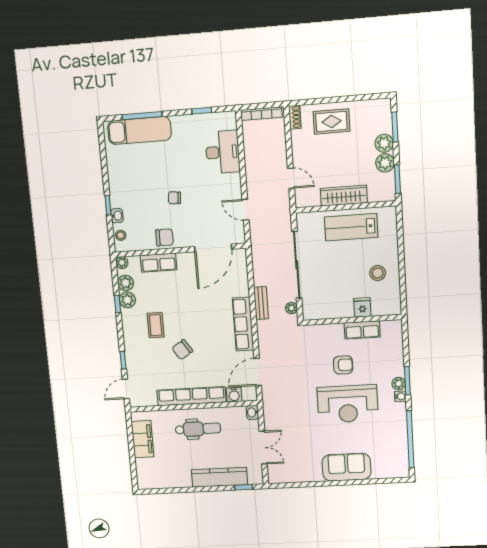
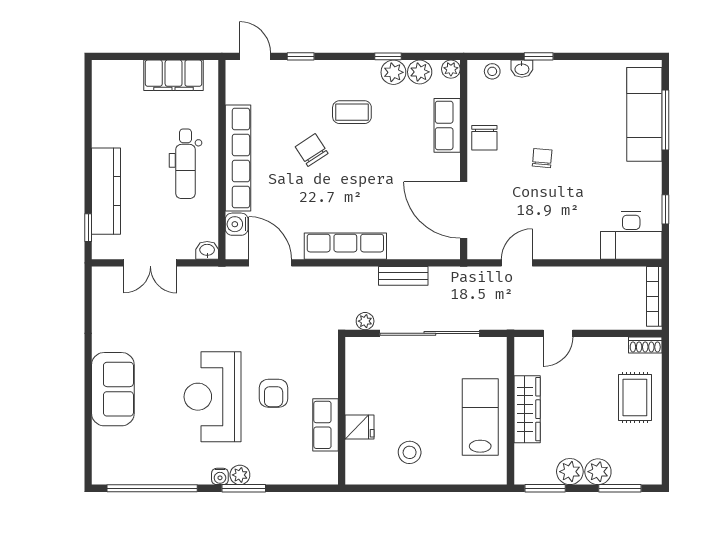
desk: (223, 152) -> (631, 235), moved
bench: (261, 303) -> (403, 276), moved

